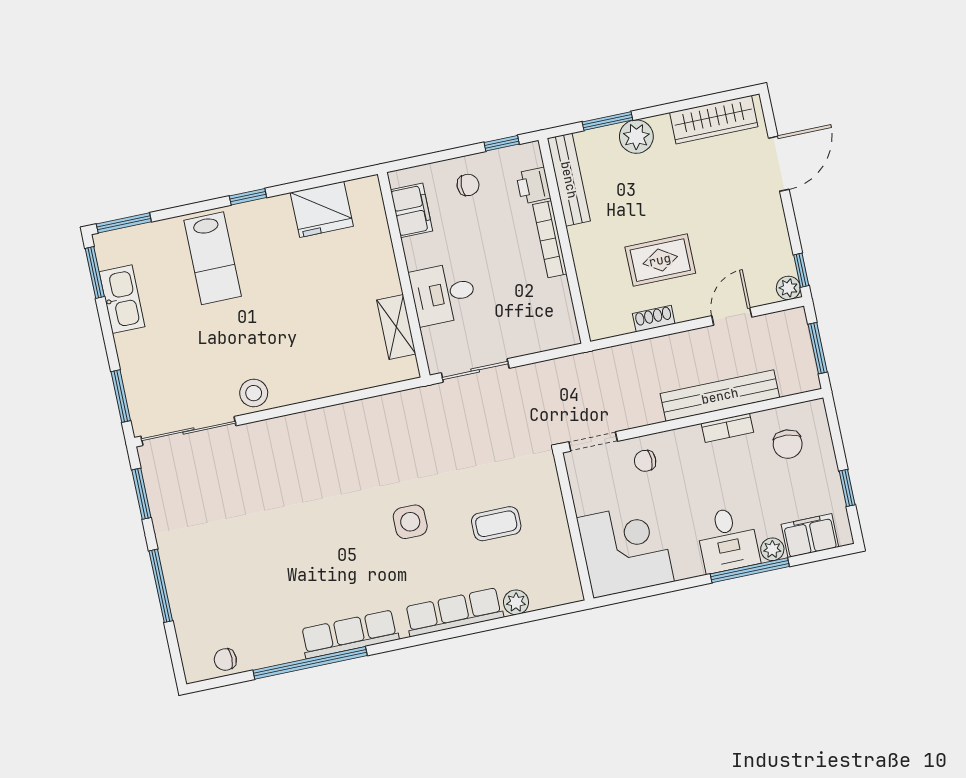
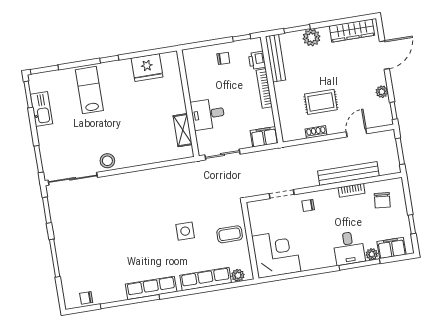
filing cabinet: (412, 210) -> (264, 137), moved, turned -90
lab bench: (213, 258) -> (89, 90), turned 180
plant: (788, 288) -> (382, 92), moved
wall: (574, 526) -> (250, 241), moved
corner desk: (625, 550) -> (276, 254), moved

